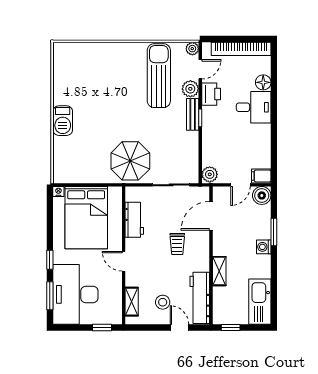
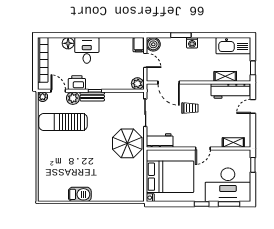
barbecue: (63, 121) -> (80, 194), moved
workbench: (134, 220) -> (160, 140), moved
shelving: (219, 271) -> (225, 76), moved
stool: (163, 302) -> (234, 119), removed

